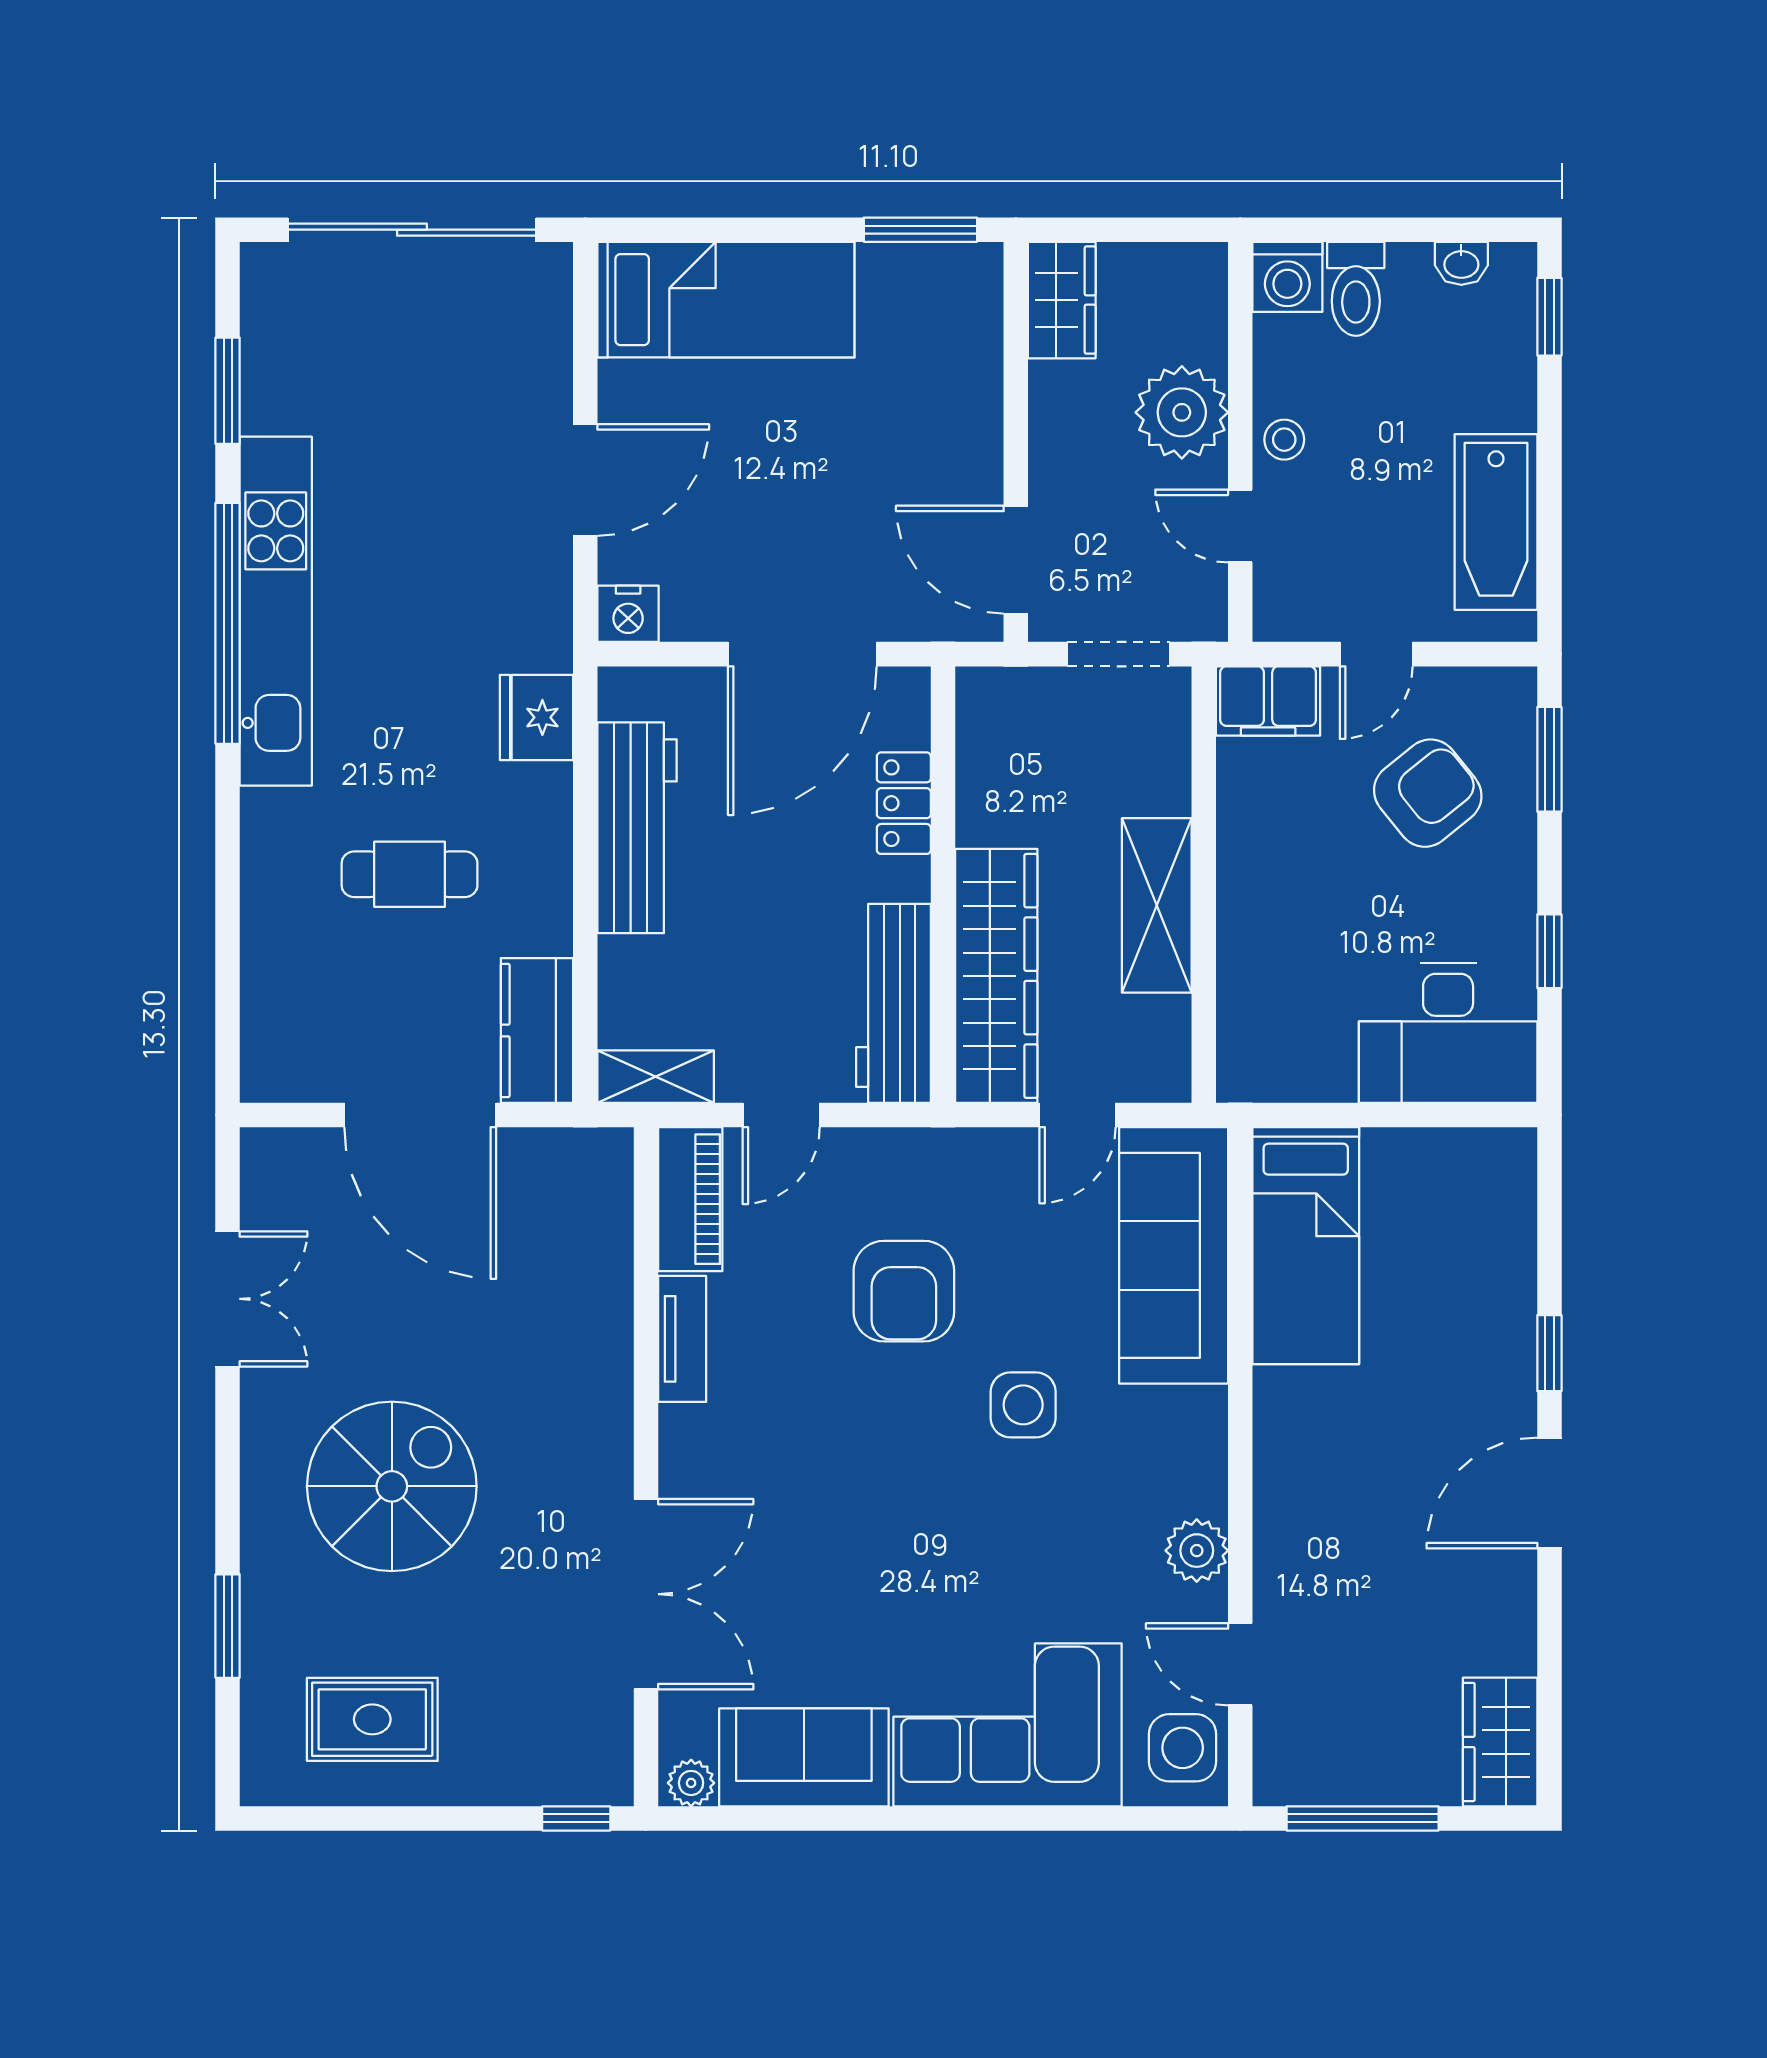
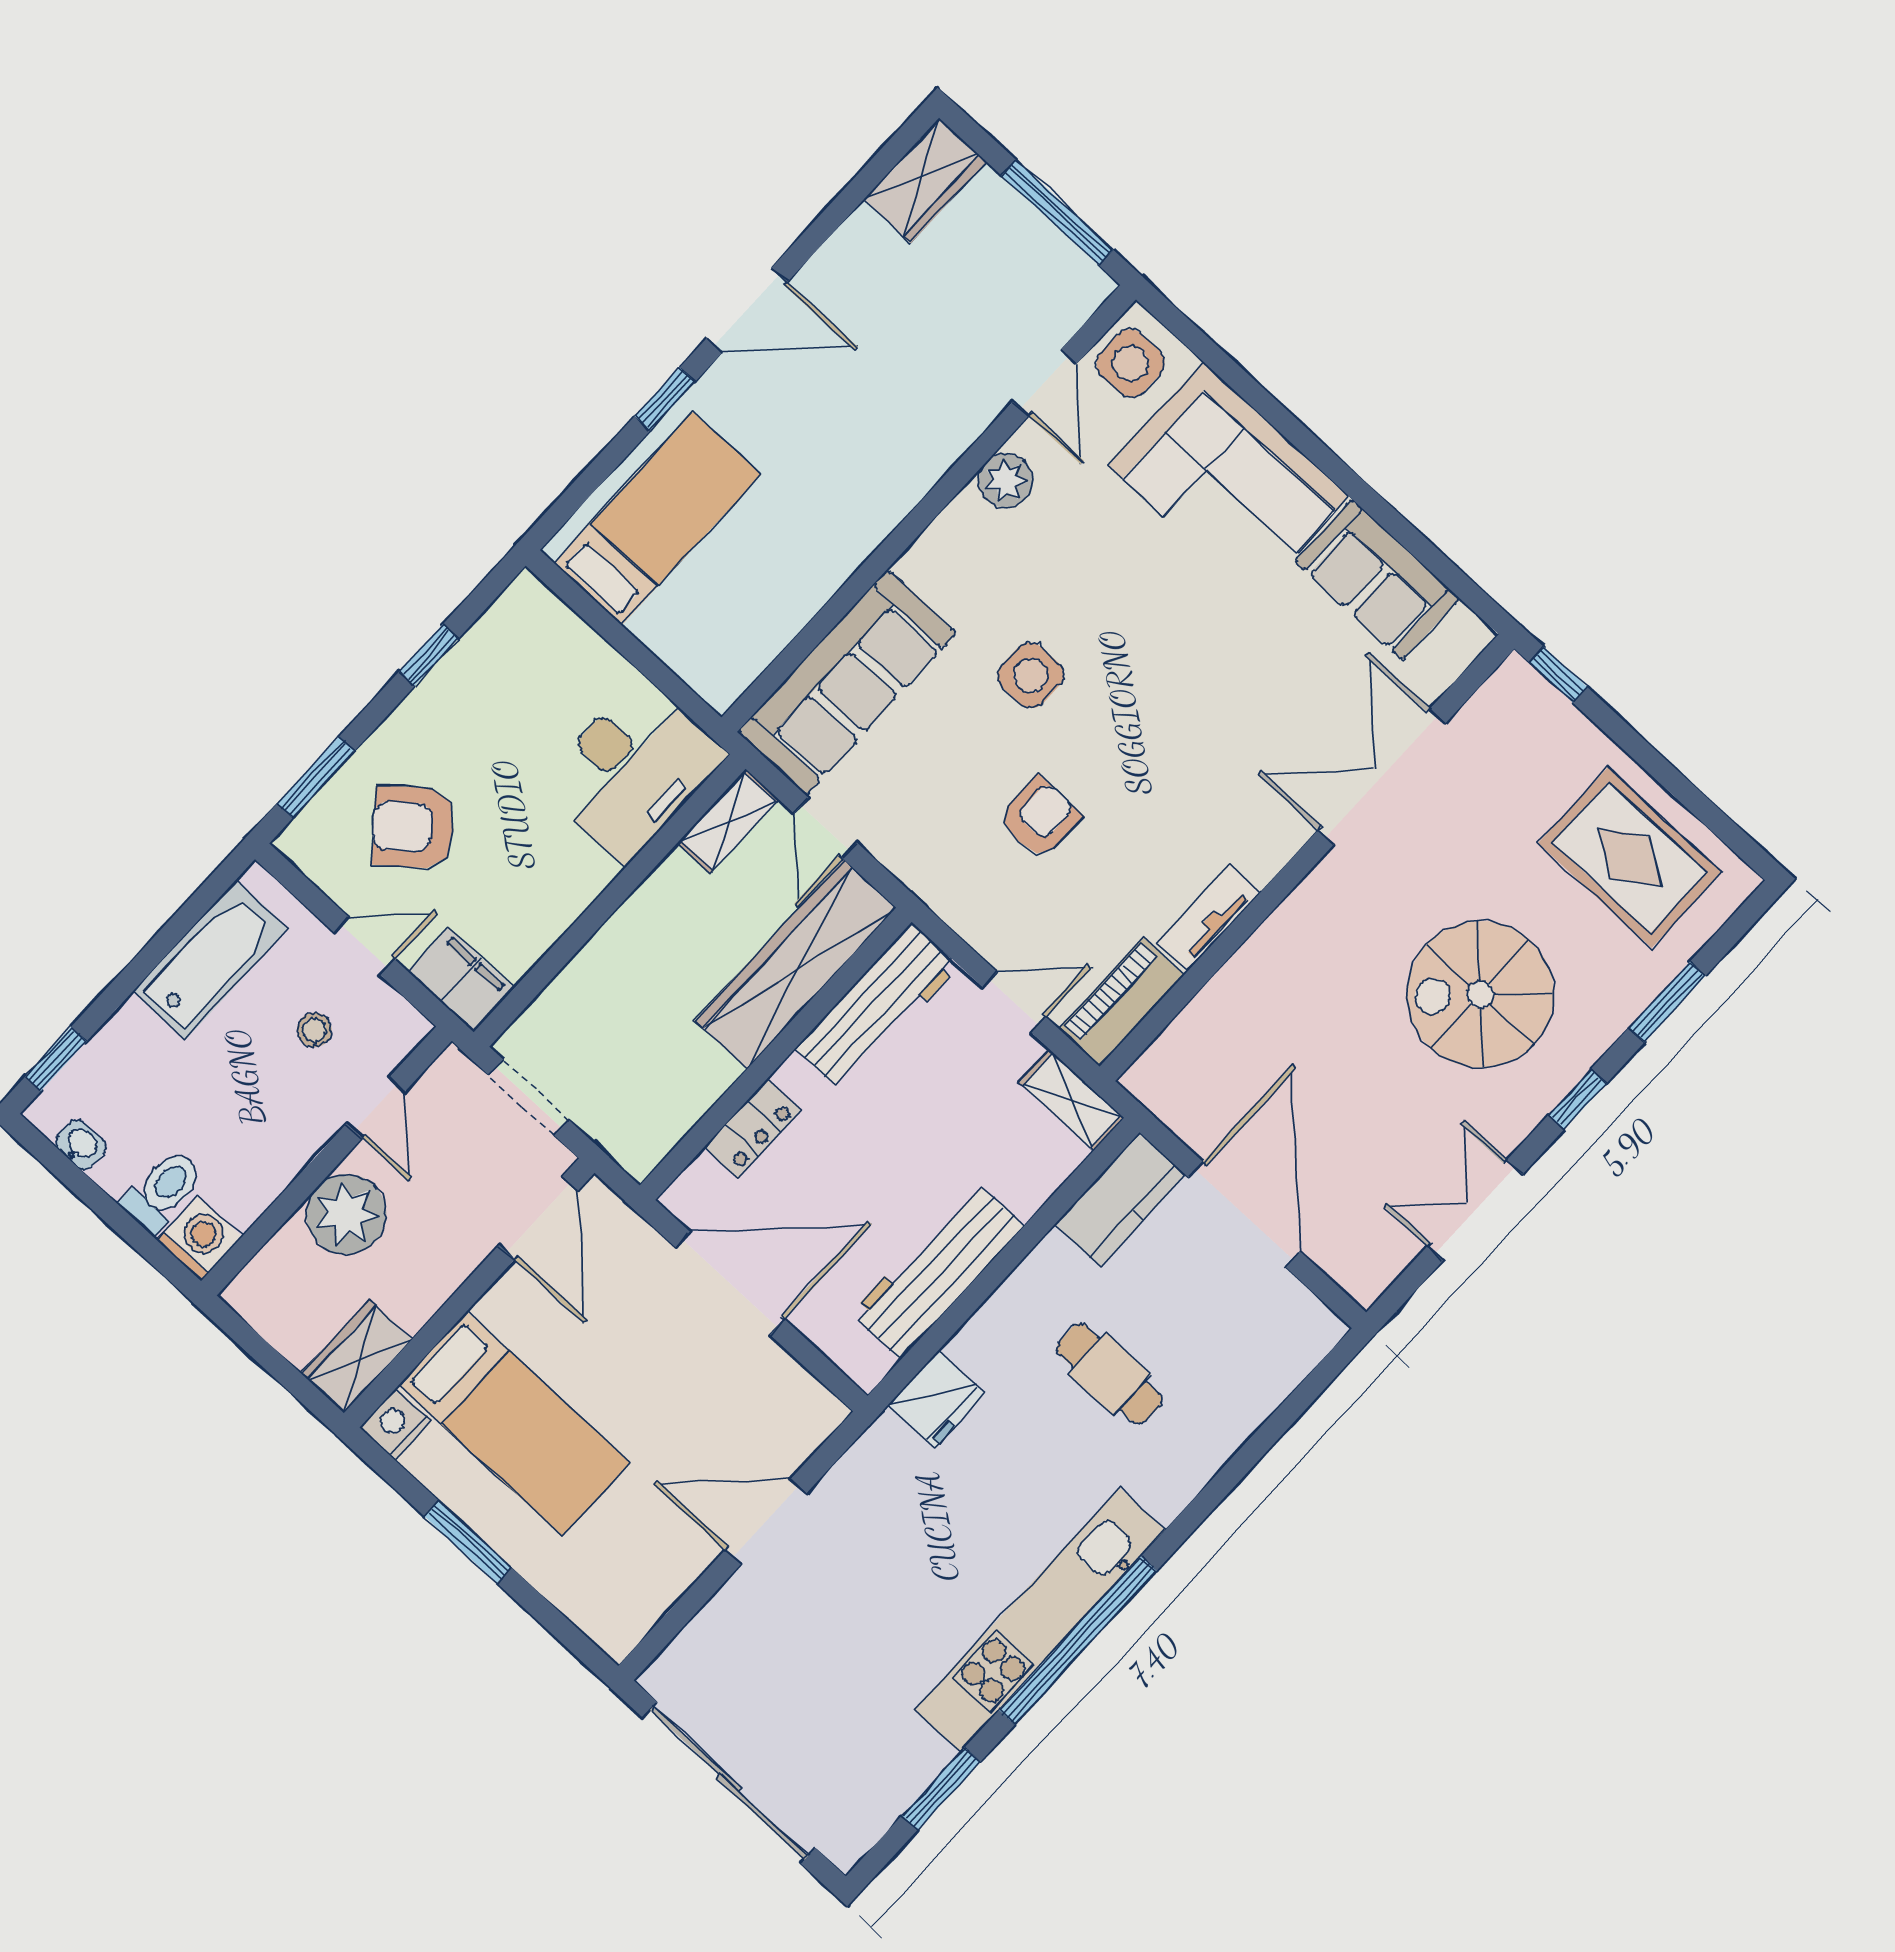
window: (920, 230) -> (468, 1542), moved
bed: (726, 300) -> (514, 1424), moved, turned 180
stool: (1284, 440) -> (314, 1030), moved
nightstand: (628, 614) -> (396, 1424), moved, turned -90
shelving: (1157, 905) -> (728, 821), moved, width x0.67, depth x0.75
desk: (1448, 1033) -> (633, 770), moved, turned 90
door: (1077, 1115) -> (826, 828), swing flipped
bed: (1306, 1246) -> (657, 519), moved
armchair: (904, 1291) -> (1040, 818), width x0.72, depth x0.72
window: (228, 1474) -> (1578, 1099), added
rug: (372, 1719) -> (1630, 858), width x1.36, depth x1.43
plant: (691, 1783) -> (1464, 630), removed

